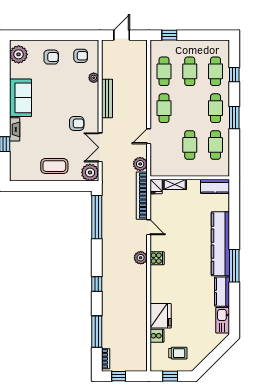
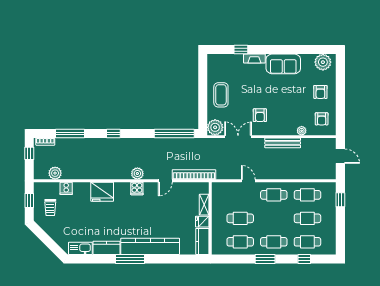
plant: (140, 164) -> (55, 173), moved
fridge: (156, 187) -> (202, 222), moved
fridge: (161, 316) -> (102, 192), moved

